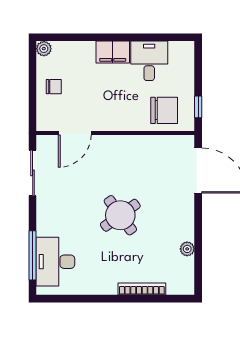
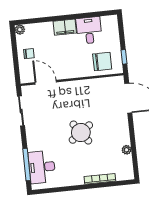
door: (75, 133) -> (46, 82), swing flipped

